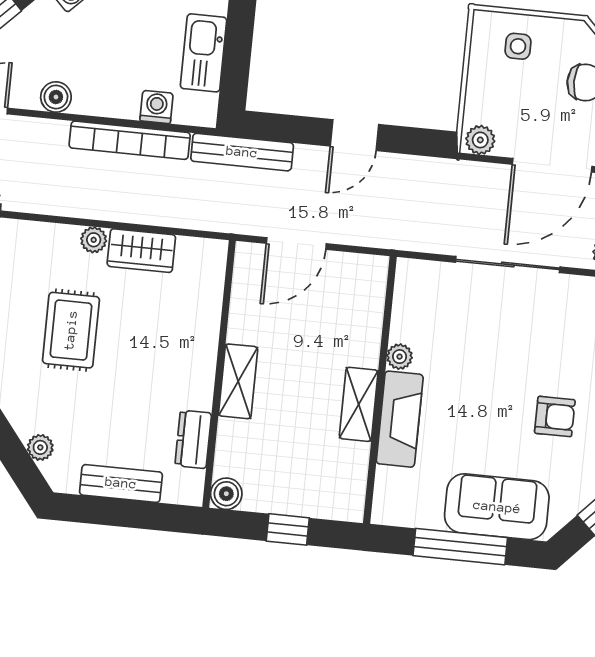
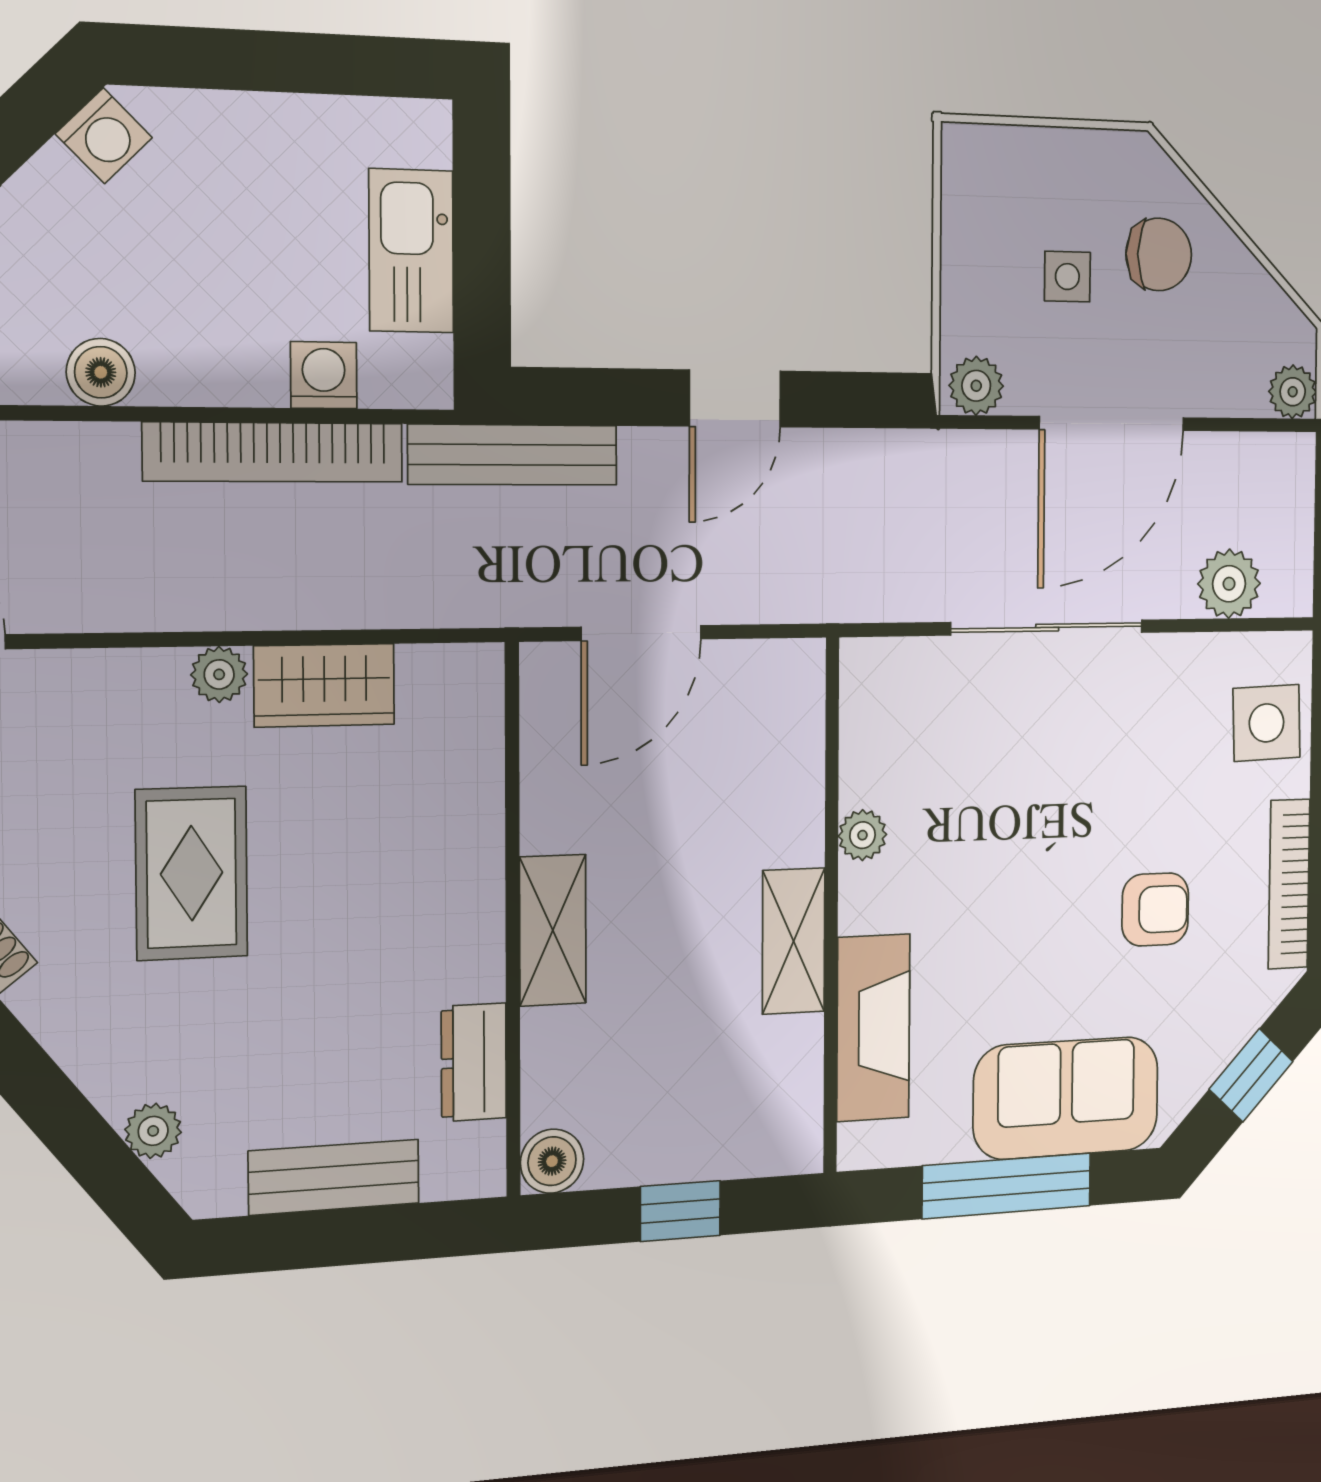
side table: (518, 46) -> (1067, 277), moved
fireplace: (400, 419) -> (873, 1028), moved

